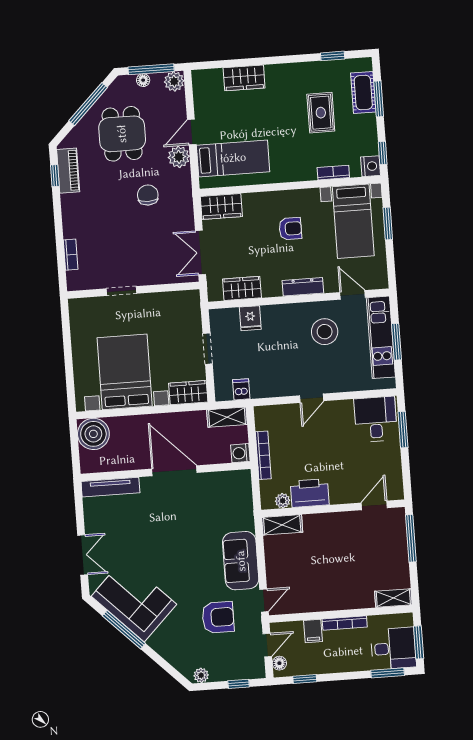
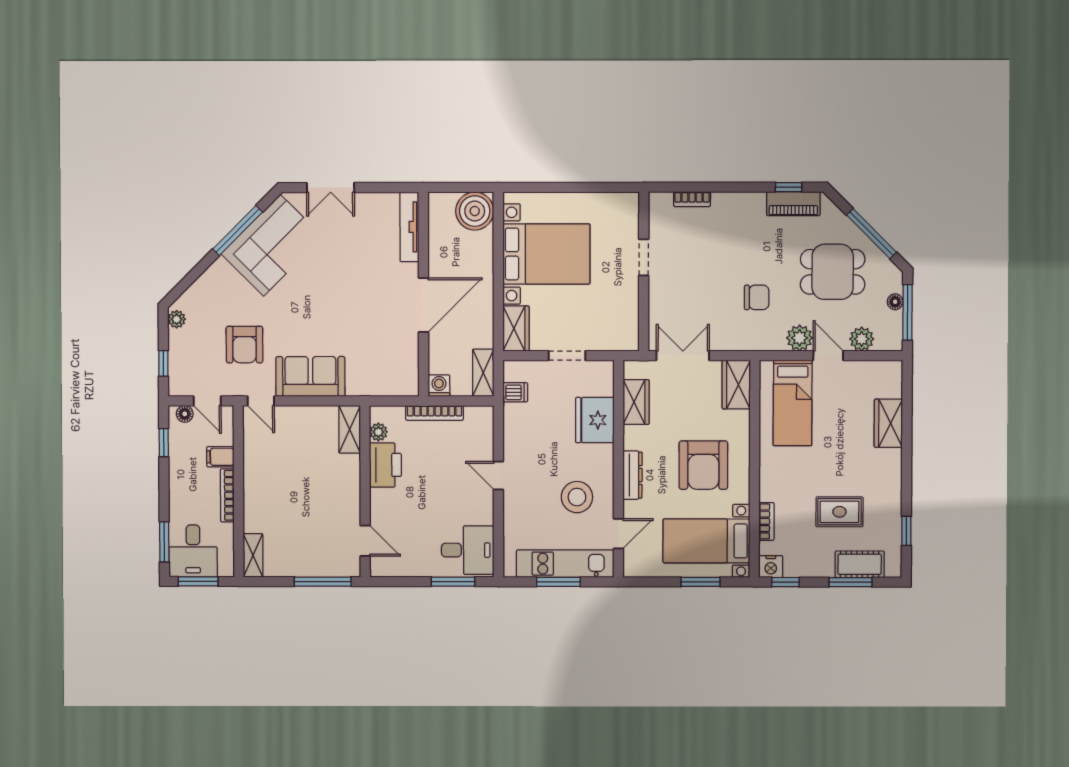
plant: (174, 81) -> (862, 339), moved
armchair: (290, 229) -> (703, 465), width x1.88, depth x1.88
fridge: (250, 318) -> (595, 420), width x1.88, depth x1.34

